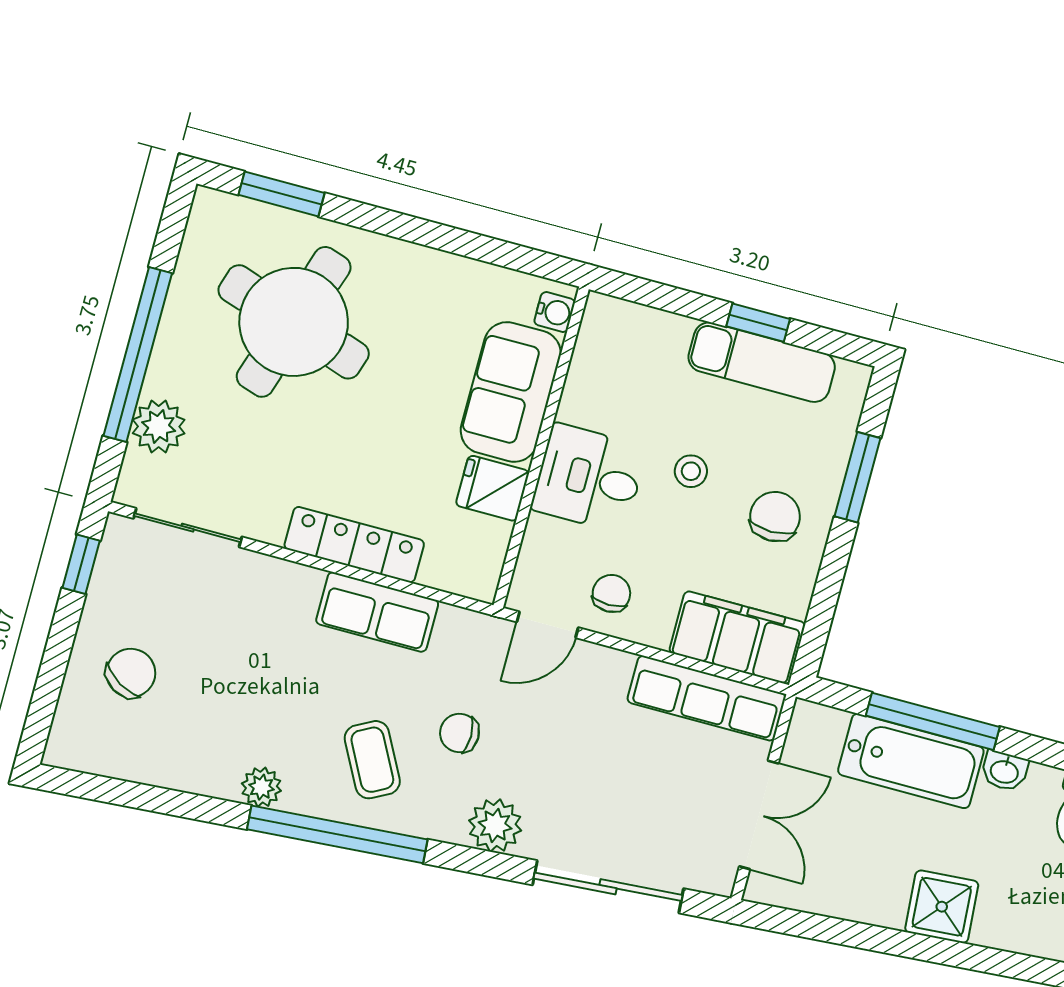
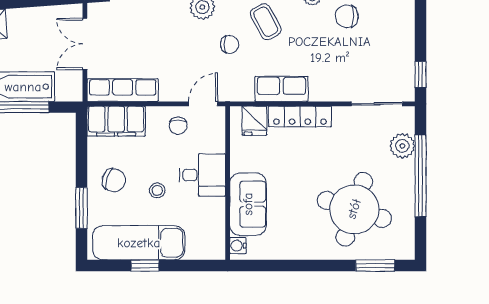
exam couch: (762, 362) -> (139, 243), width x1.36, depth x1.45
fridge: (493, 488) -> (254, 121), moved, turned 90
chair: (775, 517) -> (114, 180), turned -72
chair: (131, 673) -> (347, 16), moved, turned 59

